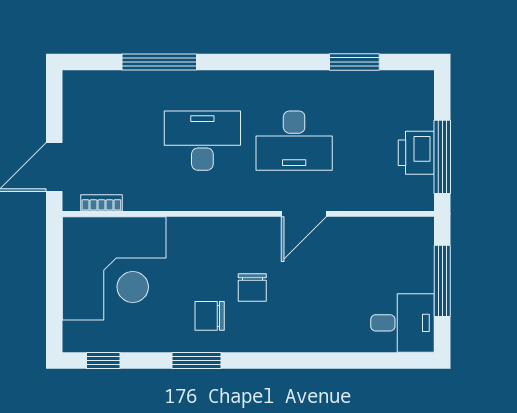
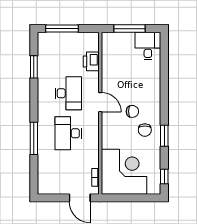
window: (159, 62) -> (34, 138), moved
printer: (416, 153) -> (91, 61), moved, turned 90
window: (442, 157) -> (62, 29), moved
door: (304, 214) -> (100, 102), moved

